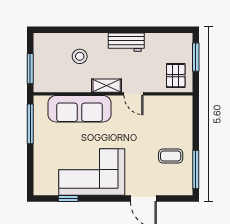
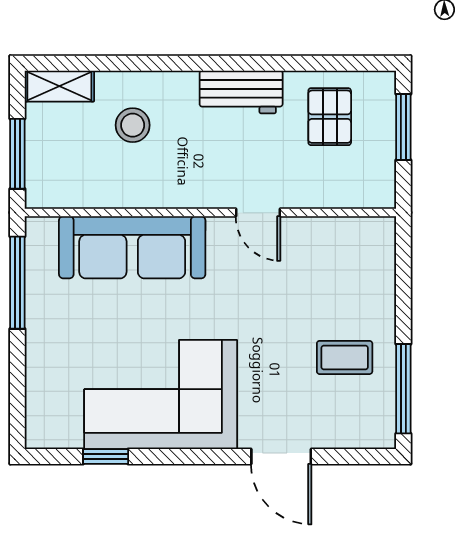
pallet: (176, 76) -> (330, 117), moved
shelving: (107, 86) -> (59, 86), moved

